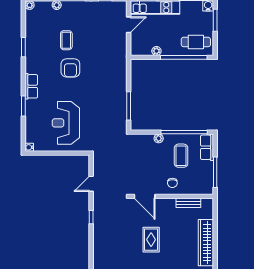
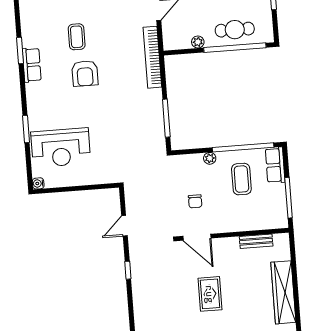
cafe table: (196, 42) -> (235, 30), moved
bookcase: (122, 60) -> (152, 57), added
row of seats: (31, 86) -> (32, 65), moved
reception desk: (66, 123) -> (61, 148), moved, turned -90
chair: (172, 183) -> (195, 201), moved

